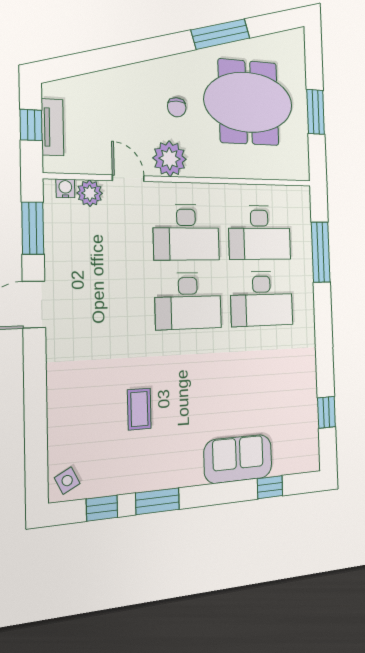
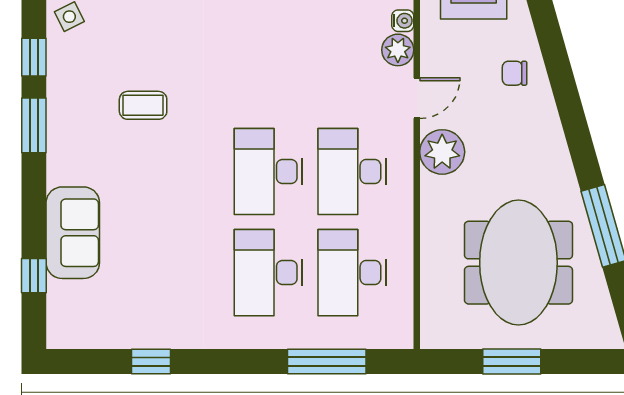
chair: (177, 107) -> (515, 73), moved
window: (326, 412) -> (151, 361), moved

